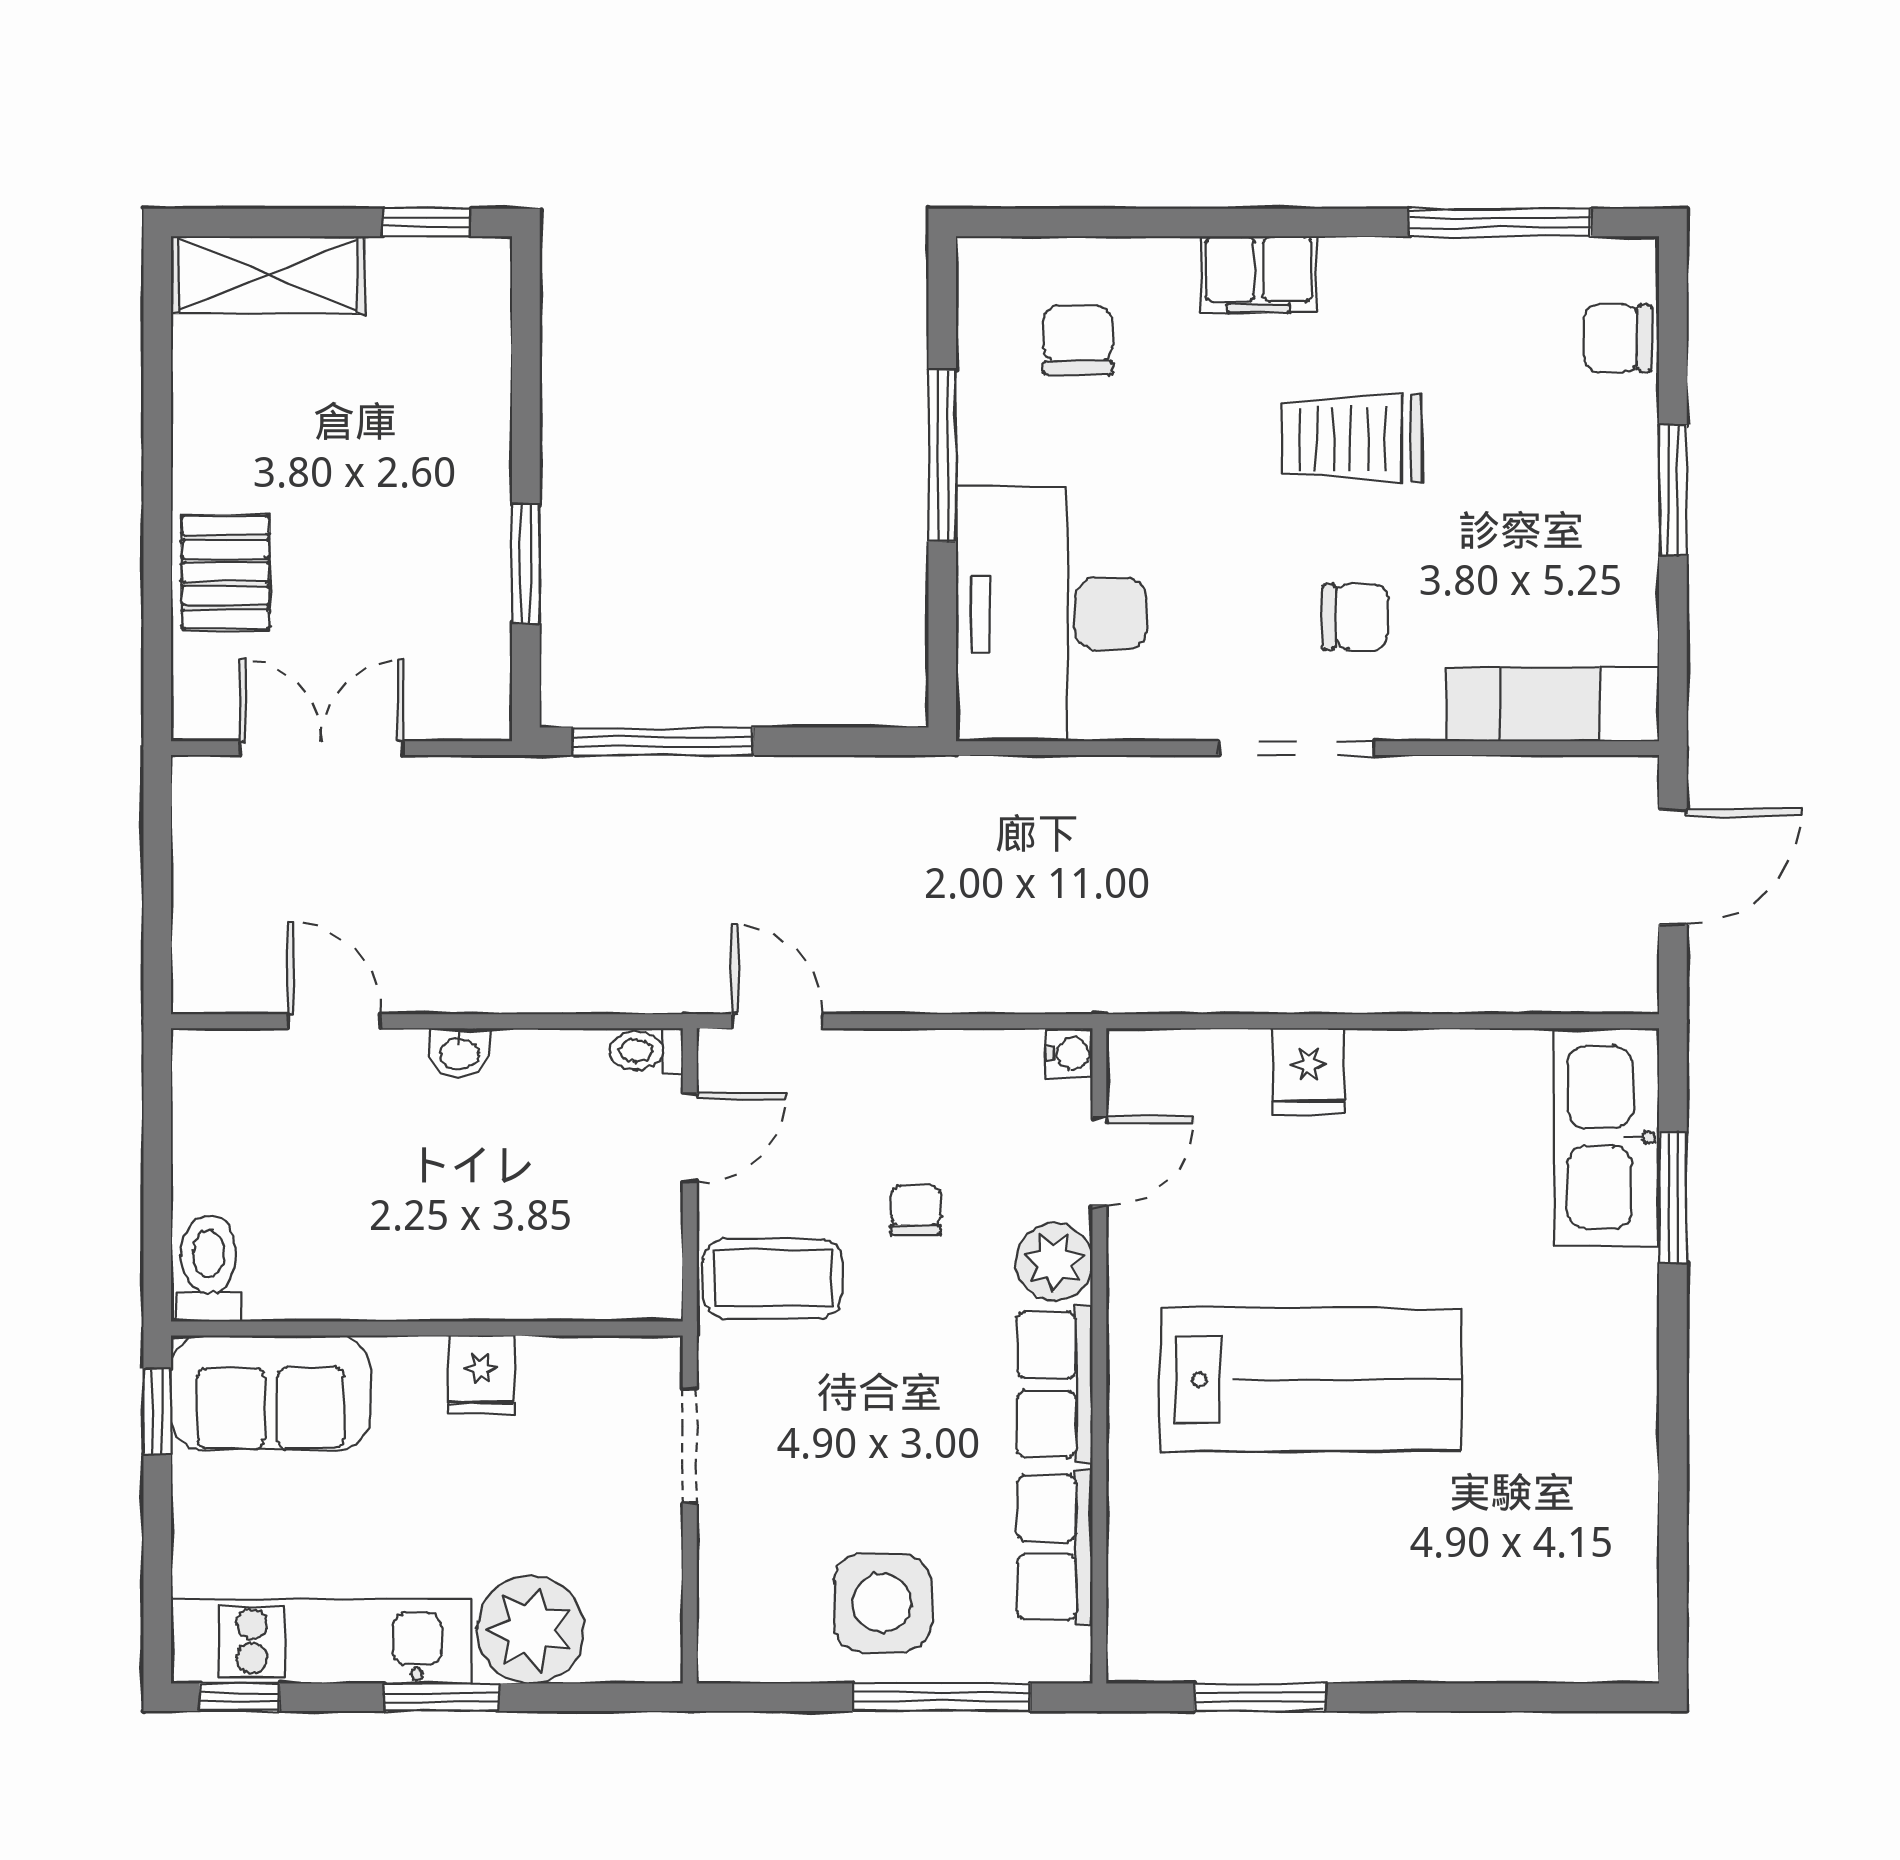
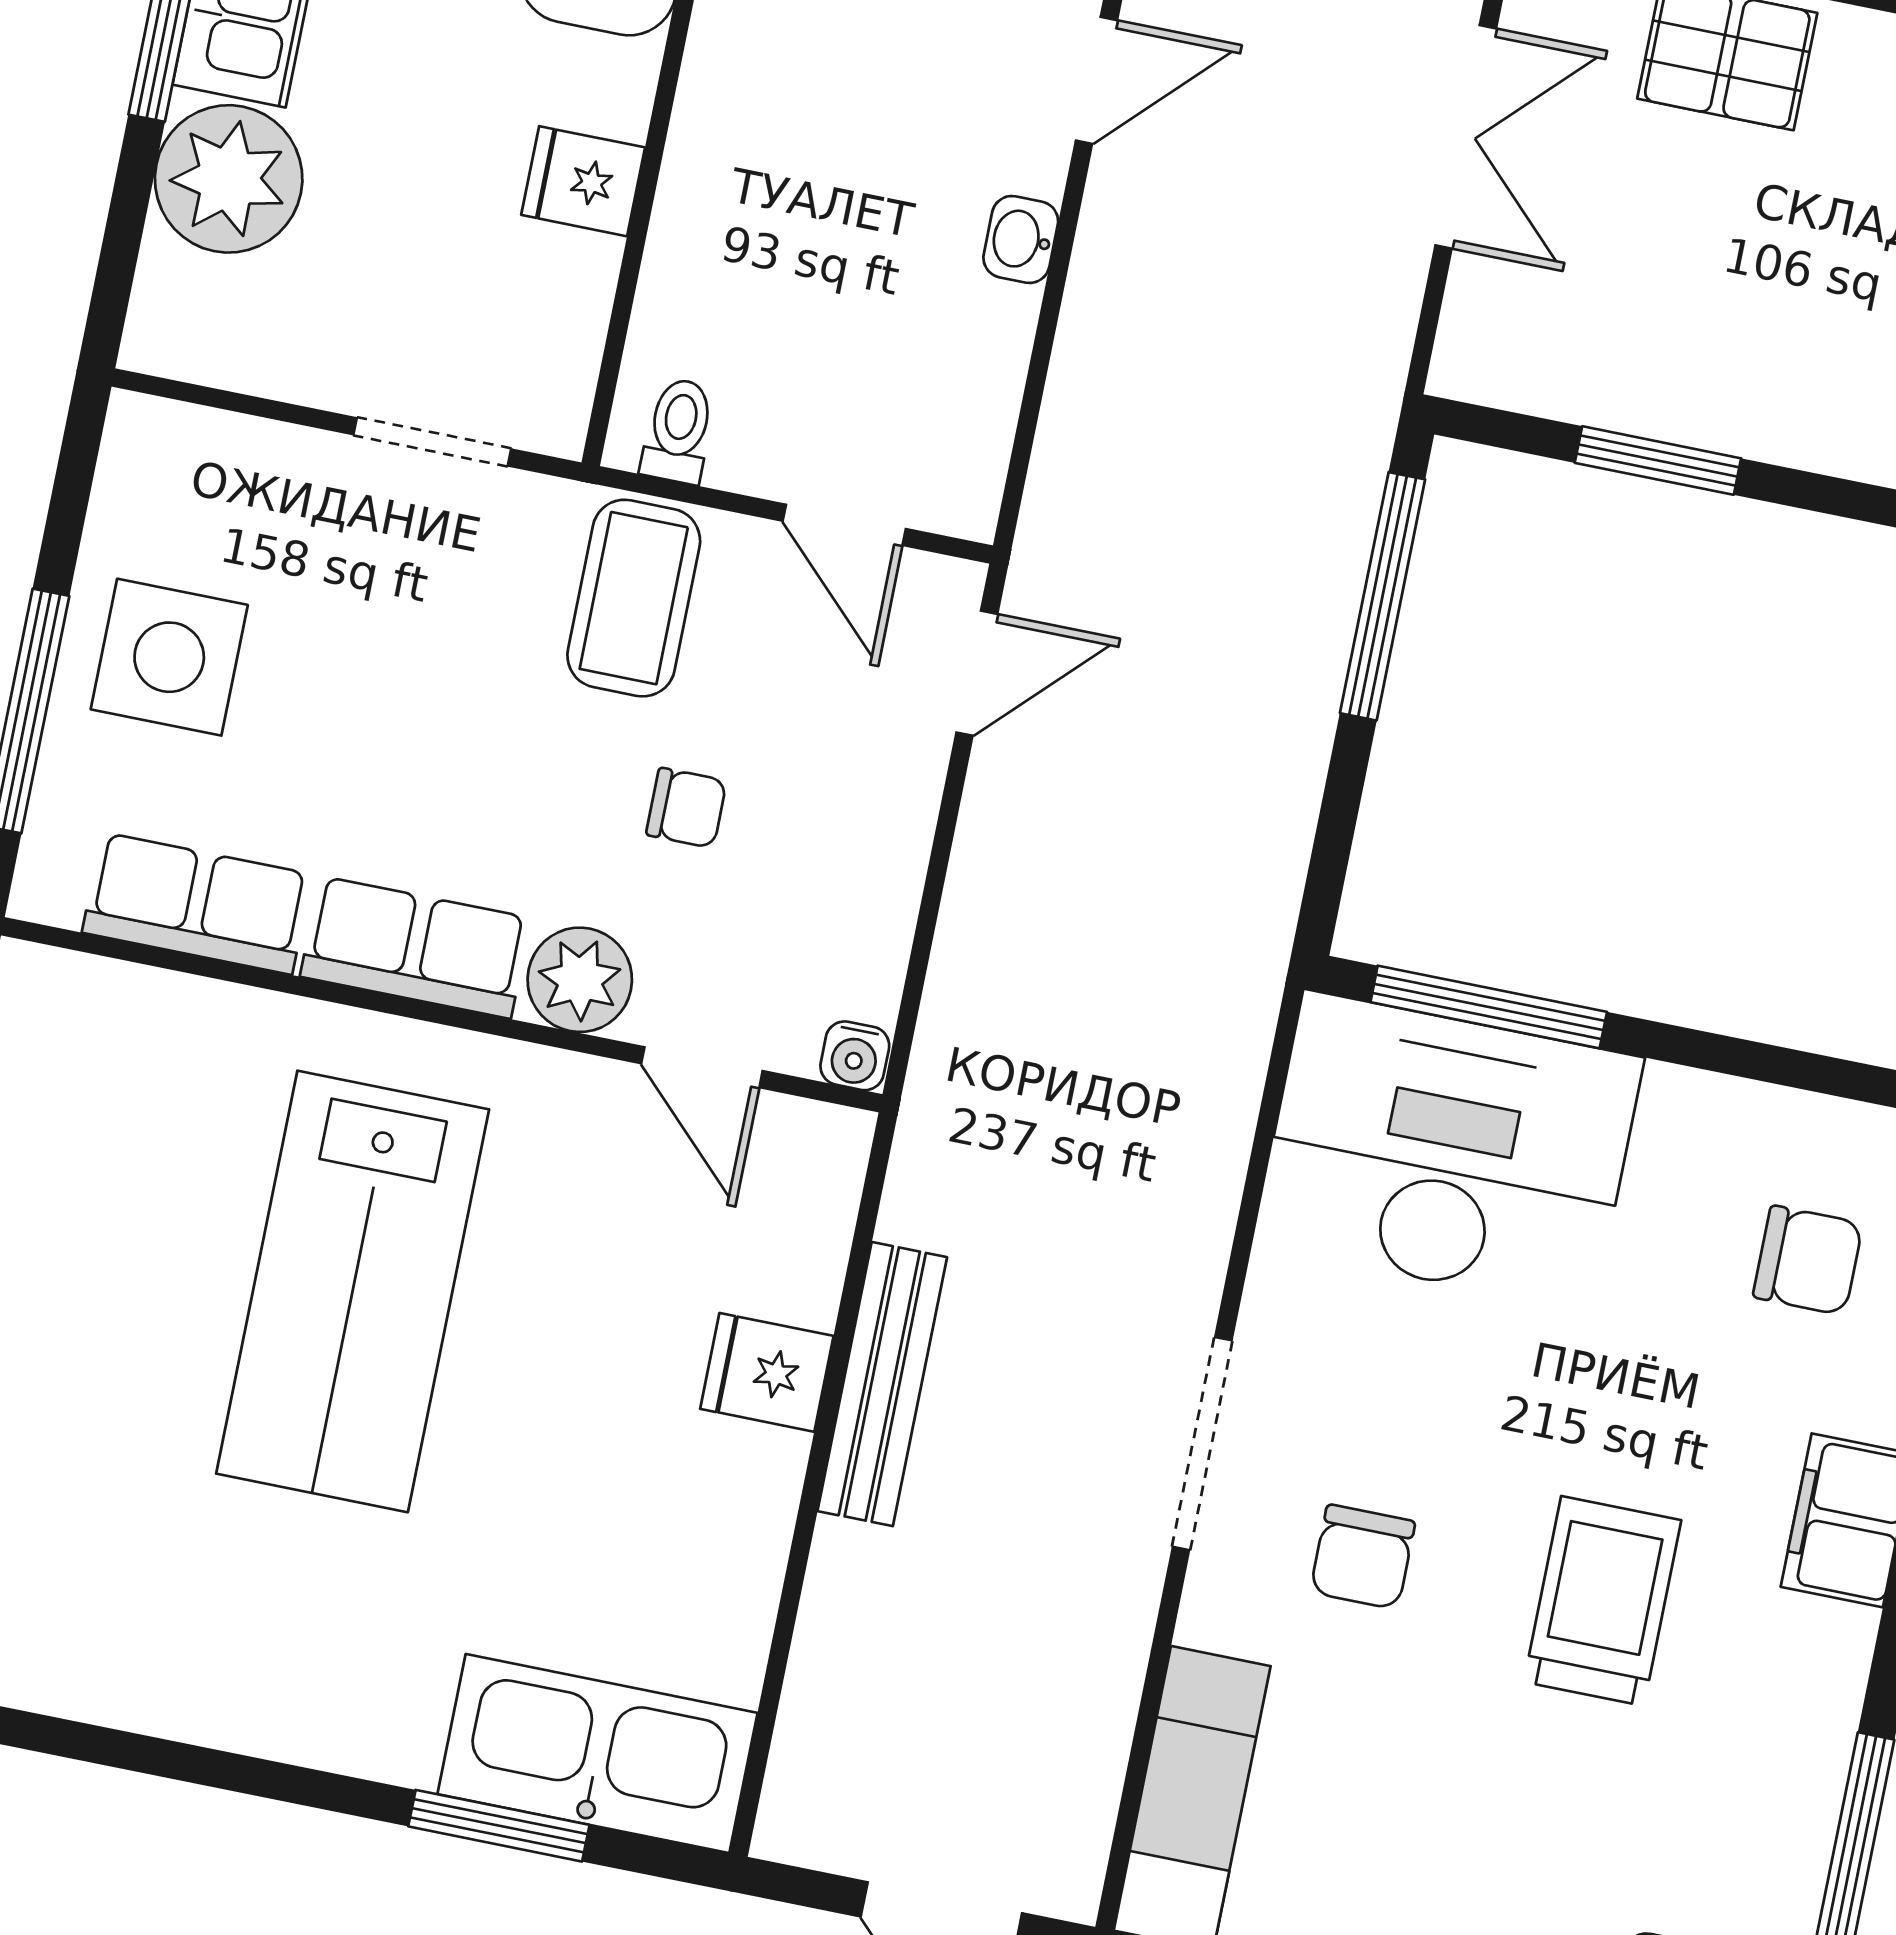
window: (942, 456) -> (1489, 1007), moved
bench: (1301, 986) -> (882, 1384), added
toilet: (646, 1051) -> (678, 431), moved

